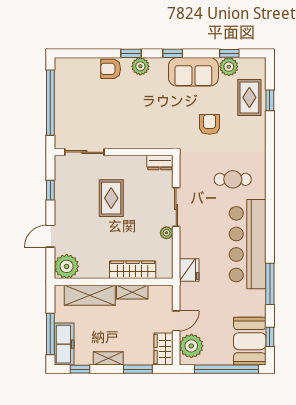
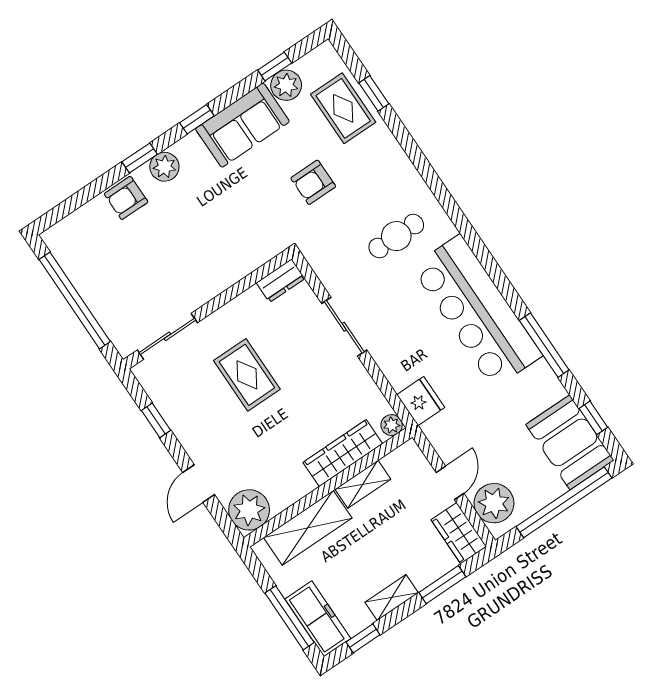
armchair: (209, 124) -> (313, 182), turned -90
plant: (166, 233) -> (392, 425), moved

